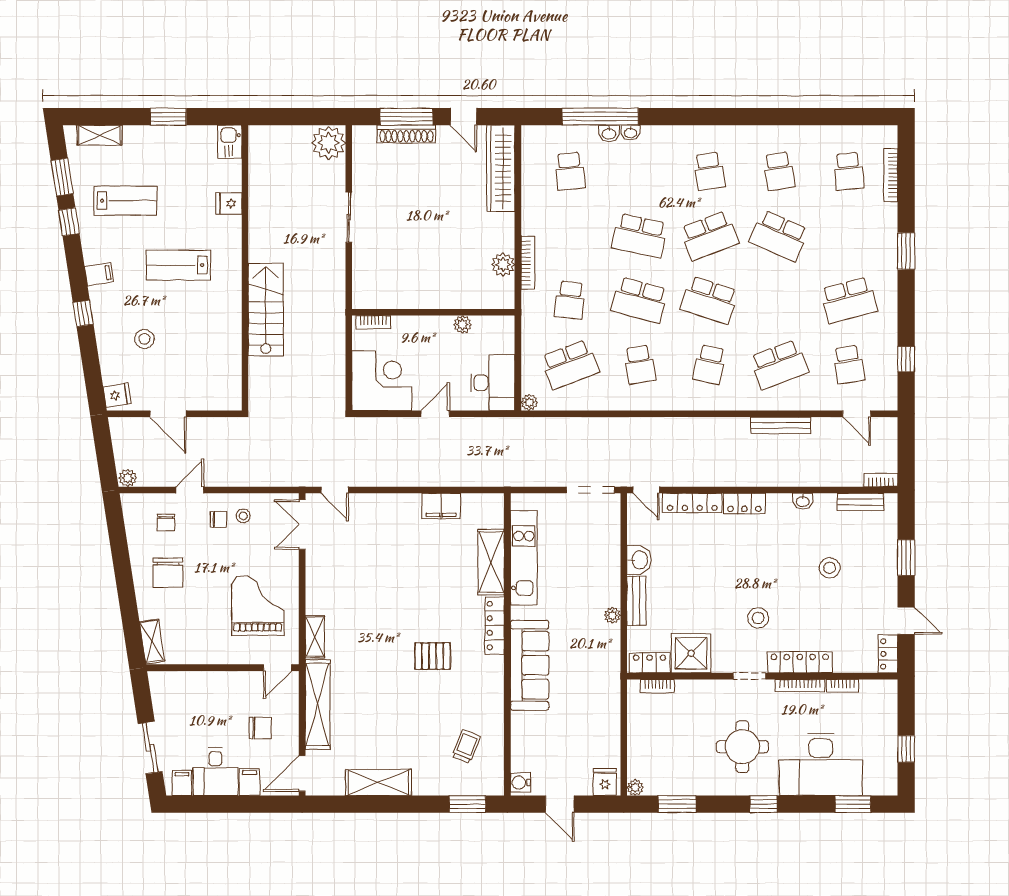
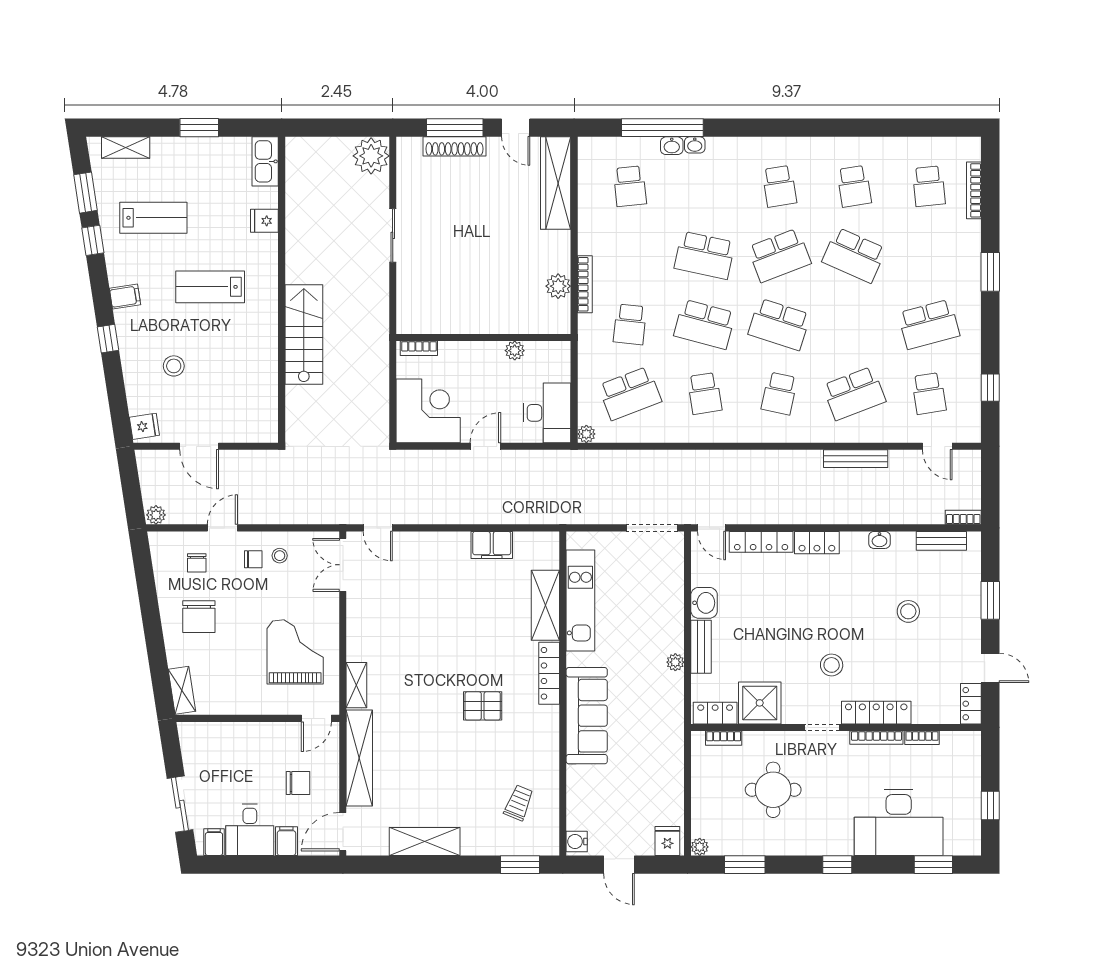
kitchen sink: (230, 142) -> (265, 161), width x1.38
round table: (742, 747) -> (773, 790), moved

